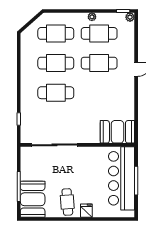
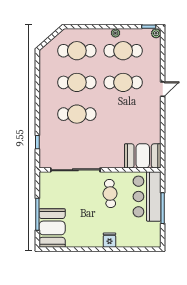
bar counter: (122, 178) -> (147, 196), width x0.73
cafe table: (67, 202) -> (110, 194), moved

